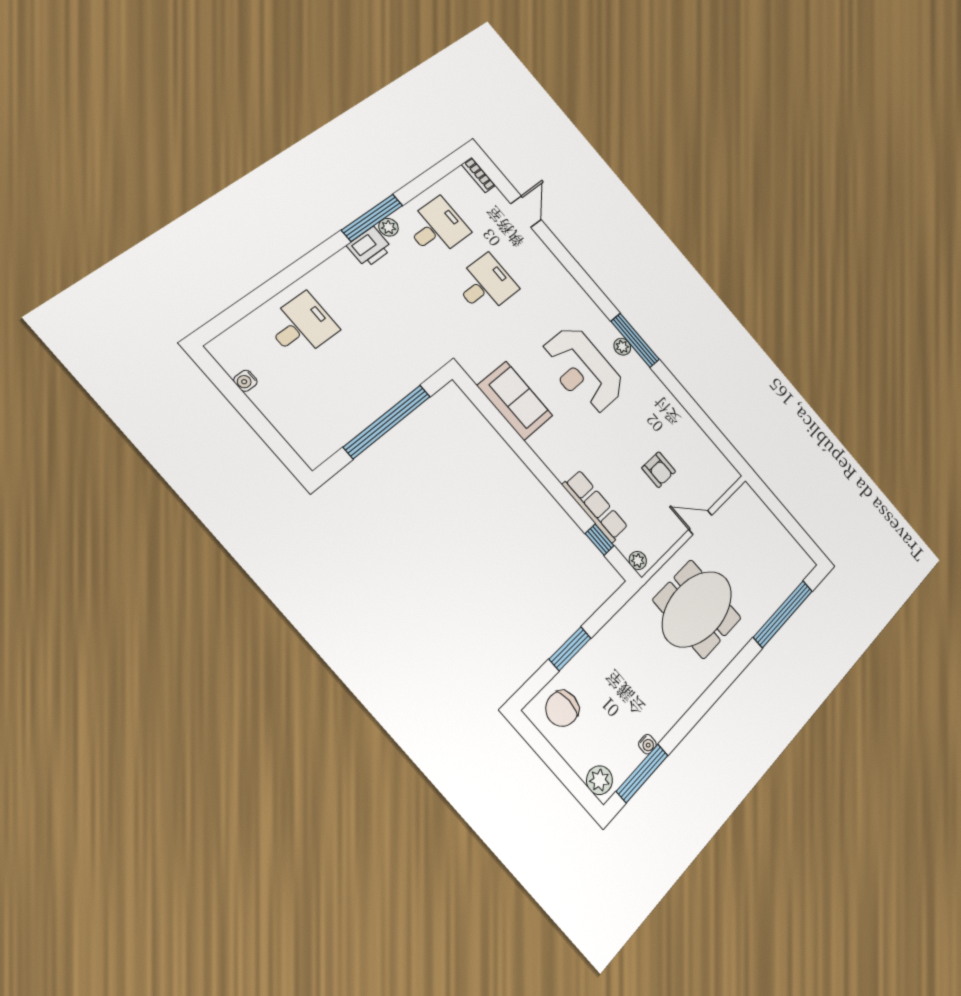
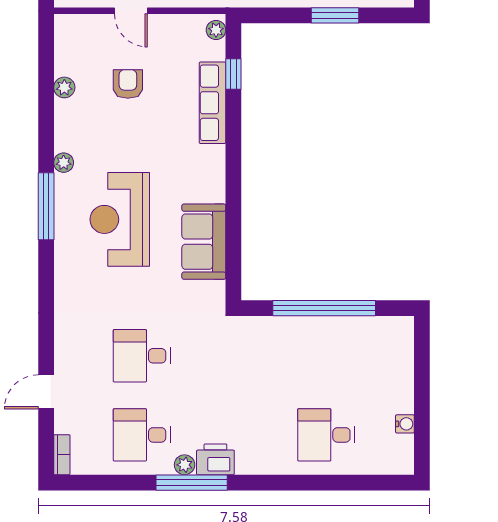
plant: (622, 347) -> (64, 163), moved
reception desk: (583, 370) -> (120, 219), turned 180
plant: (694, 432) -> (64, 87), added

